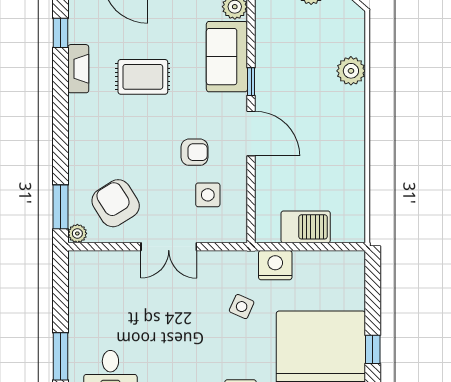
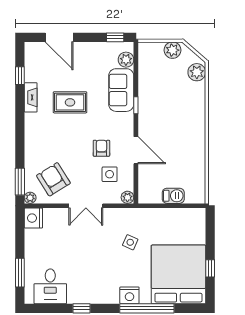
plant: (351, 71) -> (197, 72), moved
door: (251, 133) -> (136, 150), moved
armchair: (194, 152) -> (101, 148), turned -90
barbecue: (306, 227) -> (173, 196), width x0.73, depth x0.79
plant: (237, 233) -> (127, 197), added
nightstand: (275, 265) -> (33, 218), moved, turned -90

